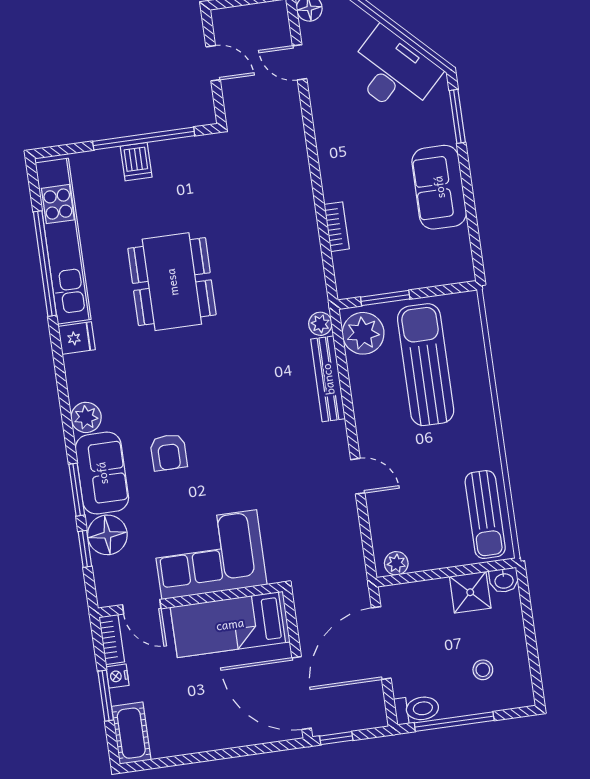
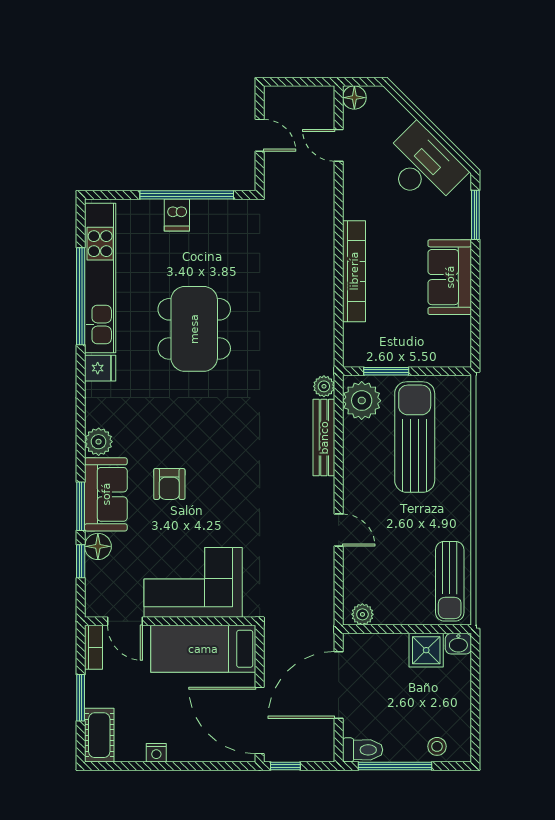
bookcase: (337, 227) -> (354, 271), width x2.31, depth x1.31
floor lamp: (107, 535) -> (98, 546), width x0.73, depth x0.73
stool: (483, 670) -> (437, 746), moved
nightstand: (117, 676) -> (156, 753), moved, turned -90

